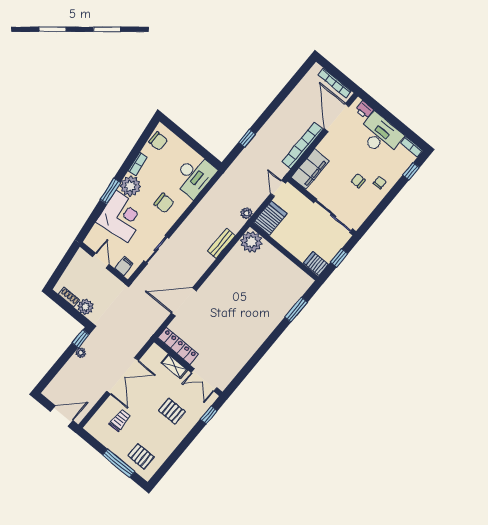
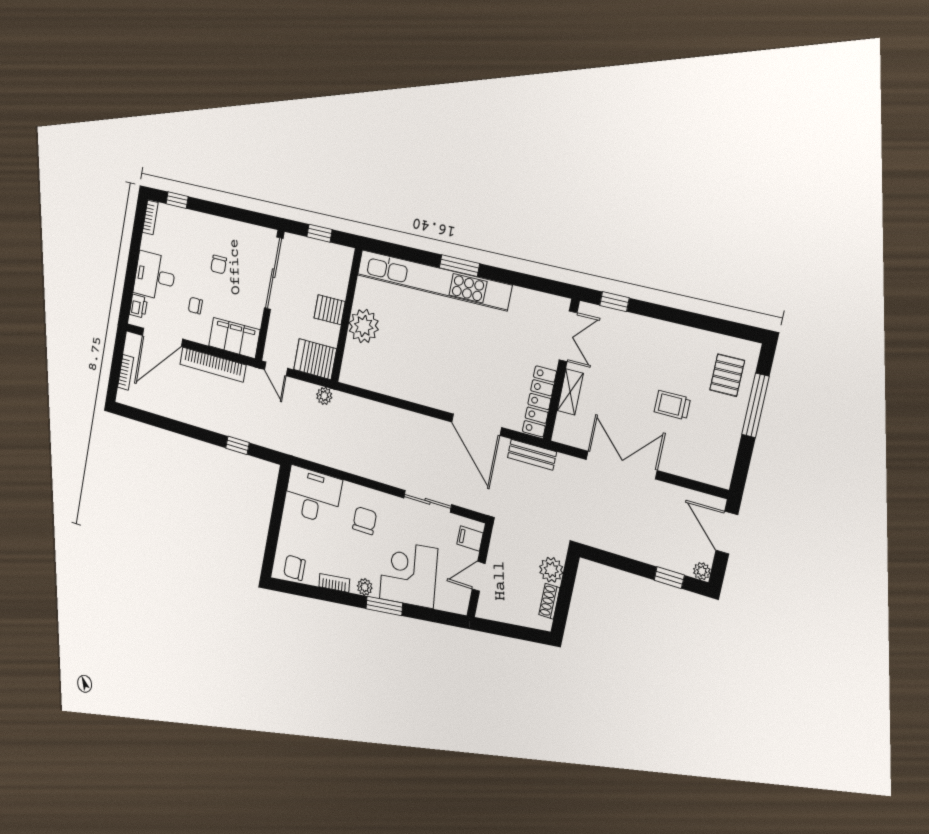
bookcase: (335, 83) -> (126, 372), width x0.64
desk: (380, 135) -> (155, 276), width x0.73
chair: (158, 141) -> (294, 568), turned -90
chair: (380, 183) -> (195, 306), moved
plant: (131, 186) -> (365, 587), width x0.53, depth x0.53
door: (278, 189) -> (276, 369), hinge flipped
plant: (251, 242) -> (364, 326), moved
bench: (221, 243) -> (532, 455), moved
server rack: (316, 264) -> (330, 310), moved, turned 90
window: (296, 310) -> (459, 266), moved
kitchen unit: (275, 316) -> (433, 280), added
window: (81, 339) -> (669, 578), moved
plant: (81, 353) -> (702, 571), moved
pallet: (172, 411) -> (636, 362), removed
trolley: (120, 420) -> (672, 405), moved

